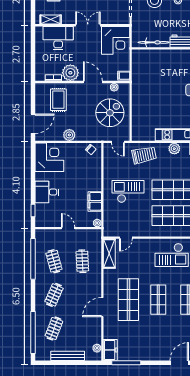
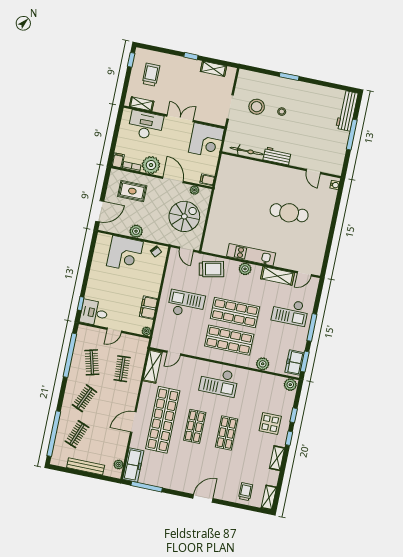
filing cabinet: (40, 75) -> (118, 160), added
rug: (58, 100) -> (132, 191), turned 90
corner desk: (49, 157) -> (125, 254), moved, turned 90
desk: (47, 192) -> (94, 313), moved
door: (68, 228) -> (114, 330), swing flipped
shop shelf: (128, 300) -> (163, 420), width x1.40
freezer: (110, 350) -> (133, 465), width x1.40

